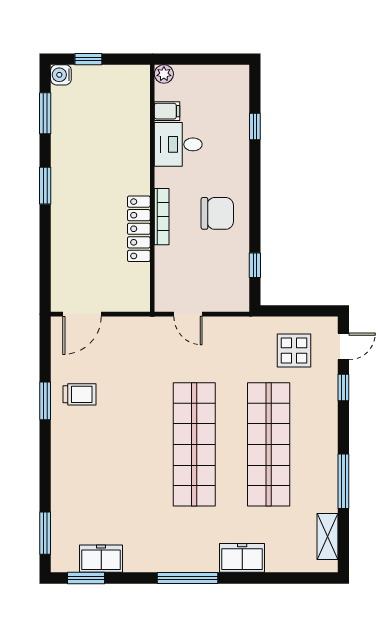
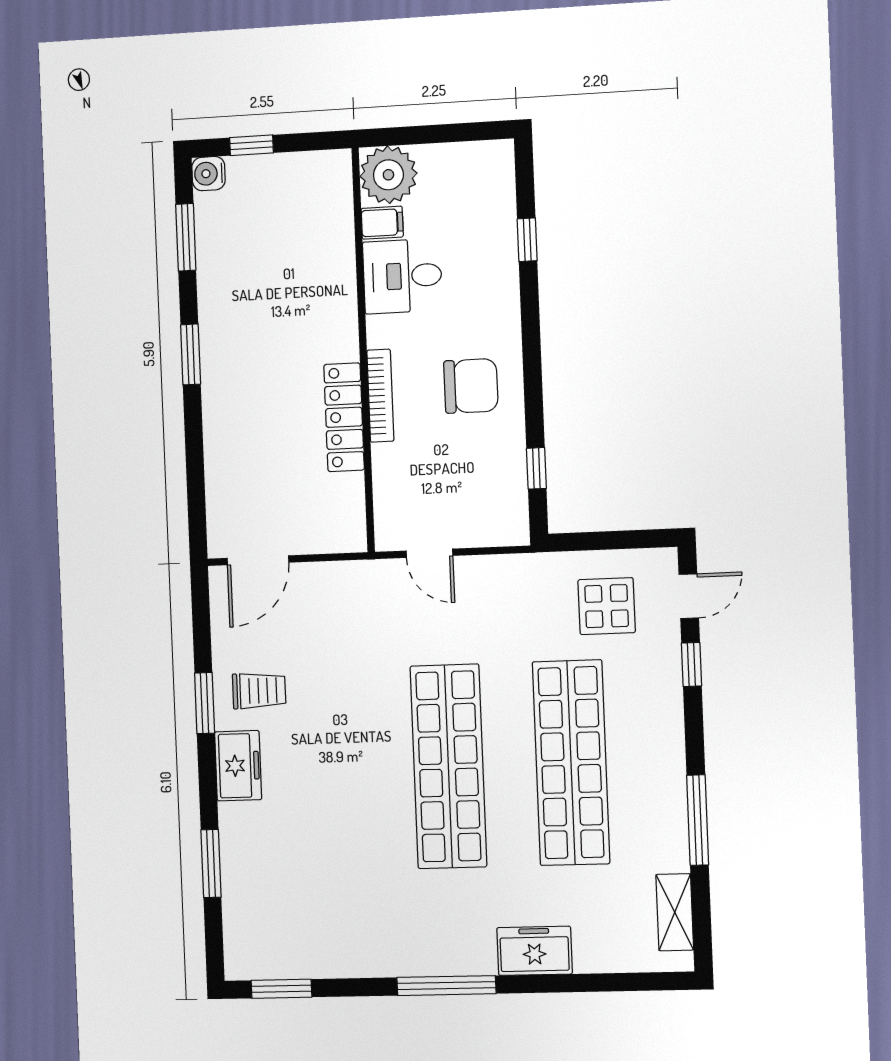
plant: (164, 74) -> (388, 175), width x1.88, depth x1.88
window: (45, 533) -> (211, 864), moved
freezer: (101, 559) -> (238, 766), moved, turned 90

